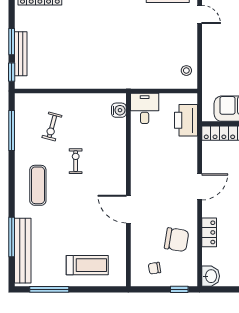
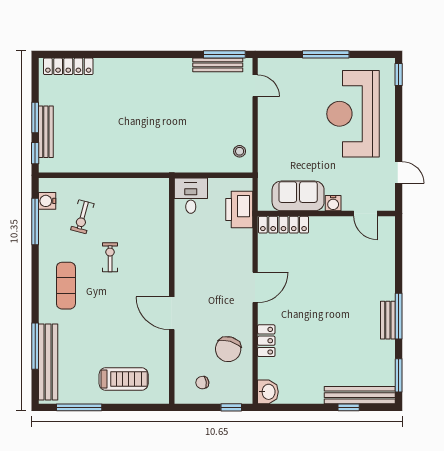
water cooler: (119, 110) -> (47, 201), moved, turned 180
chair: (177, 240) -> (228, 349), turned 97

